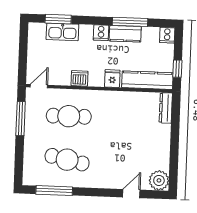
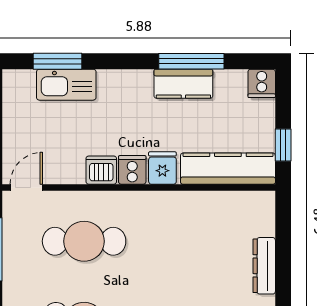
cooker: (101, 33) -> (132, 170), moved, turned 180
dresser: (166, 108) -> (264, 266), moved

